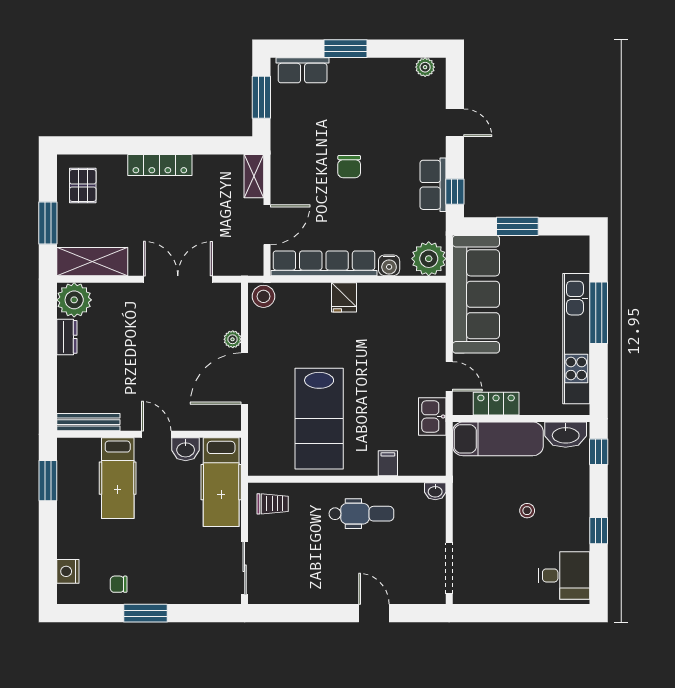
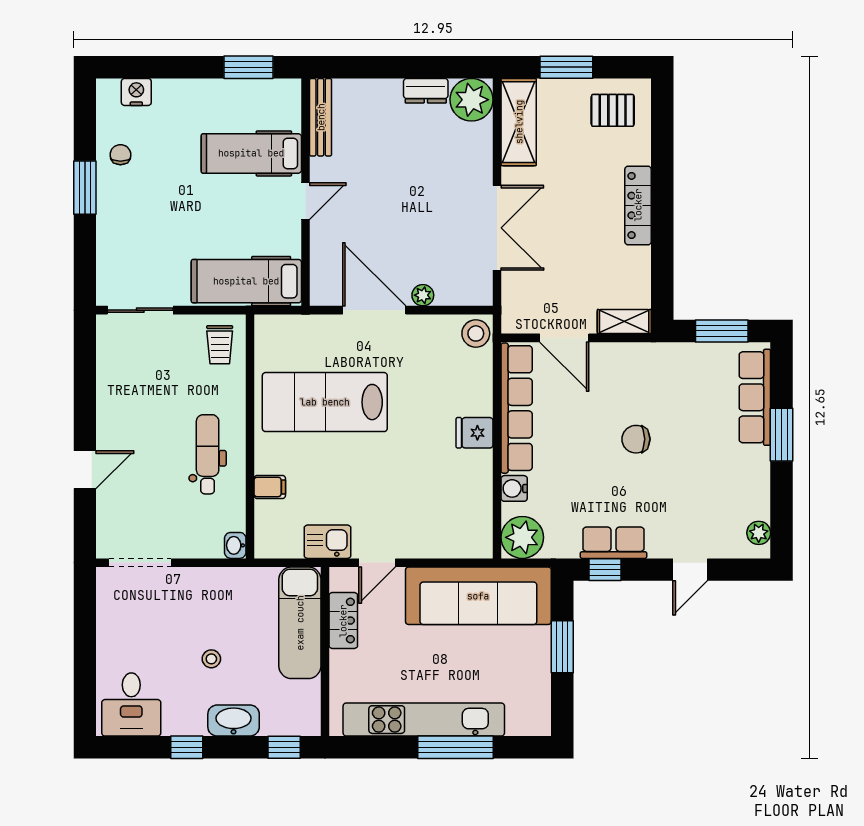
row of seats: (303, 70) -> (755, 397), width x1.48
washbasin: (566, 435) -> (234, 721), moved, turned 90
washbasin: (186, 449) -> (287, 237), removed
dental chair: (361, 514) -> (208, 454), turned 180

